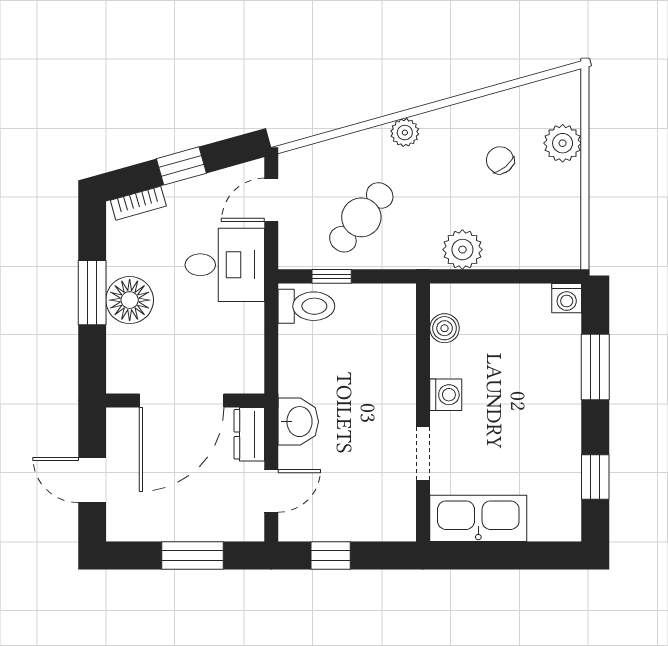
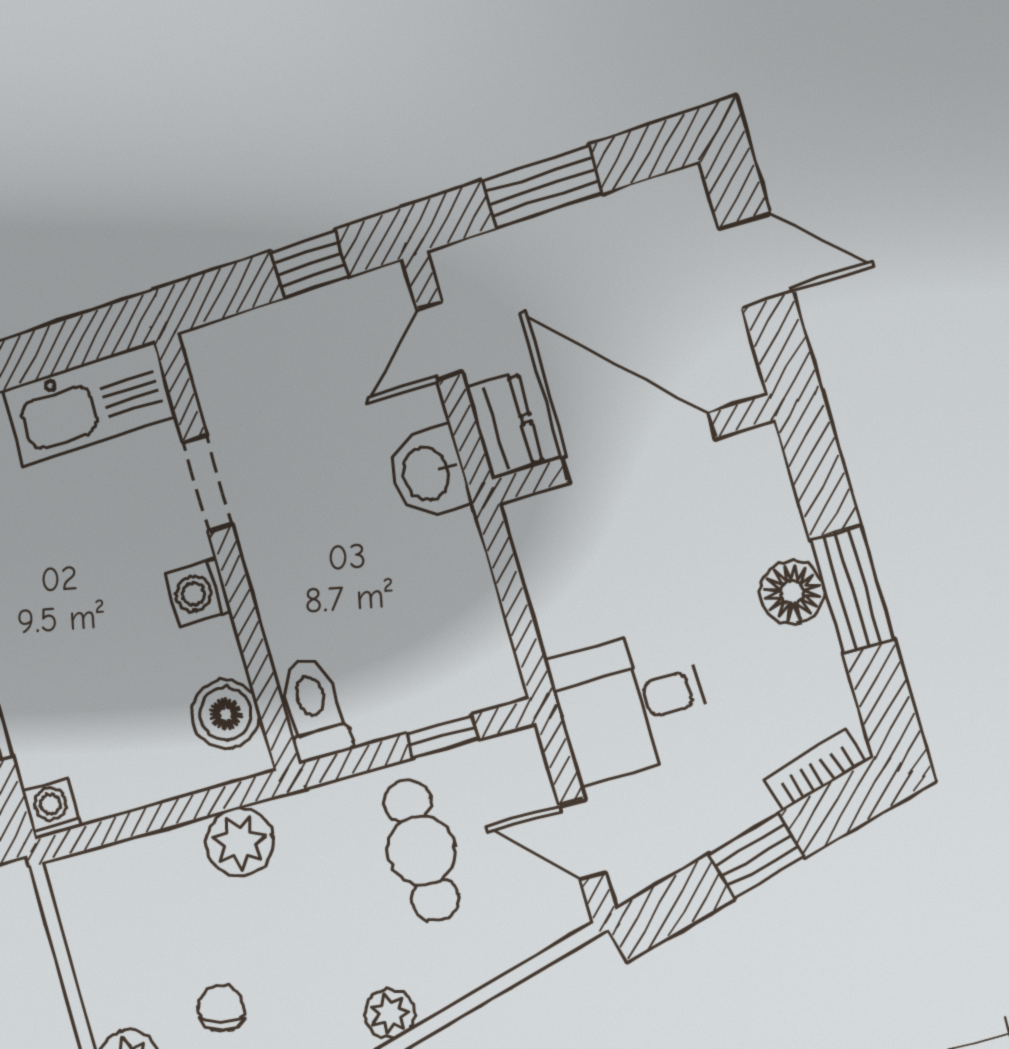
chair: (500, 160) -> (221, 1008), turned -127
door: (271, 200) -> (582, 839), swing flipped
cafe table: (361, 217) -> (421, 851), turned -40
floor lamp: (130, 300) -> (792, 592), width x0.73, depth x0.73
toilet: (306, 306) -> (314, 709), moved, turned 90
boiler: (445, 328) -> (226, 714), width x1.36, depth x1.36
door: (182, 400) -> (638, 448), hinge flipped

